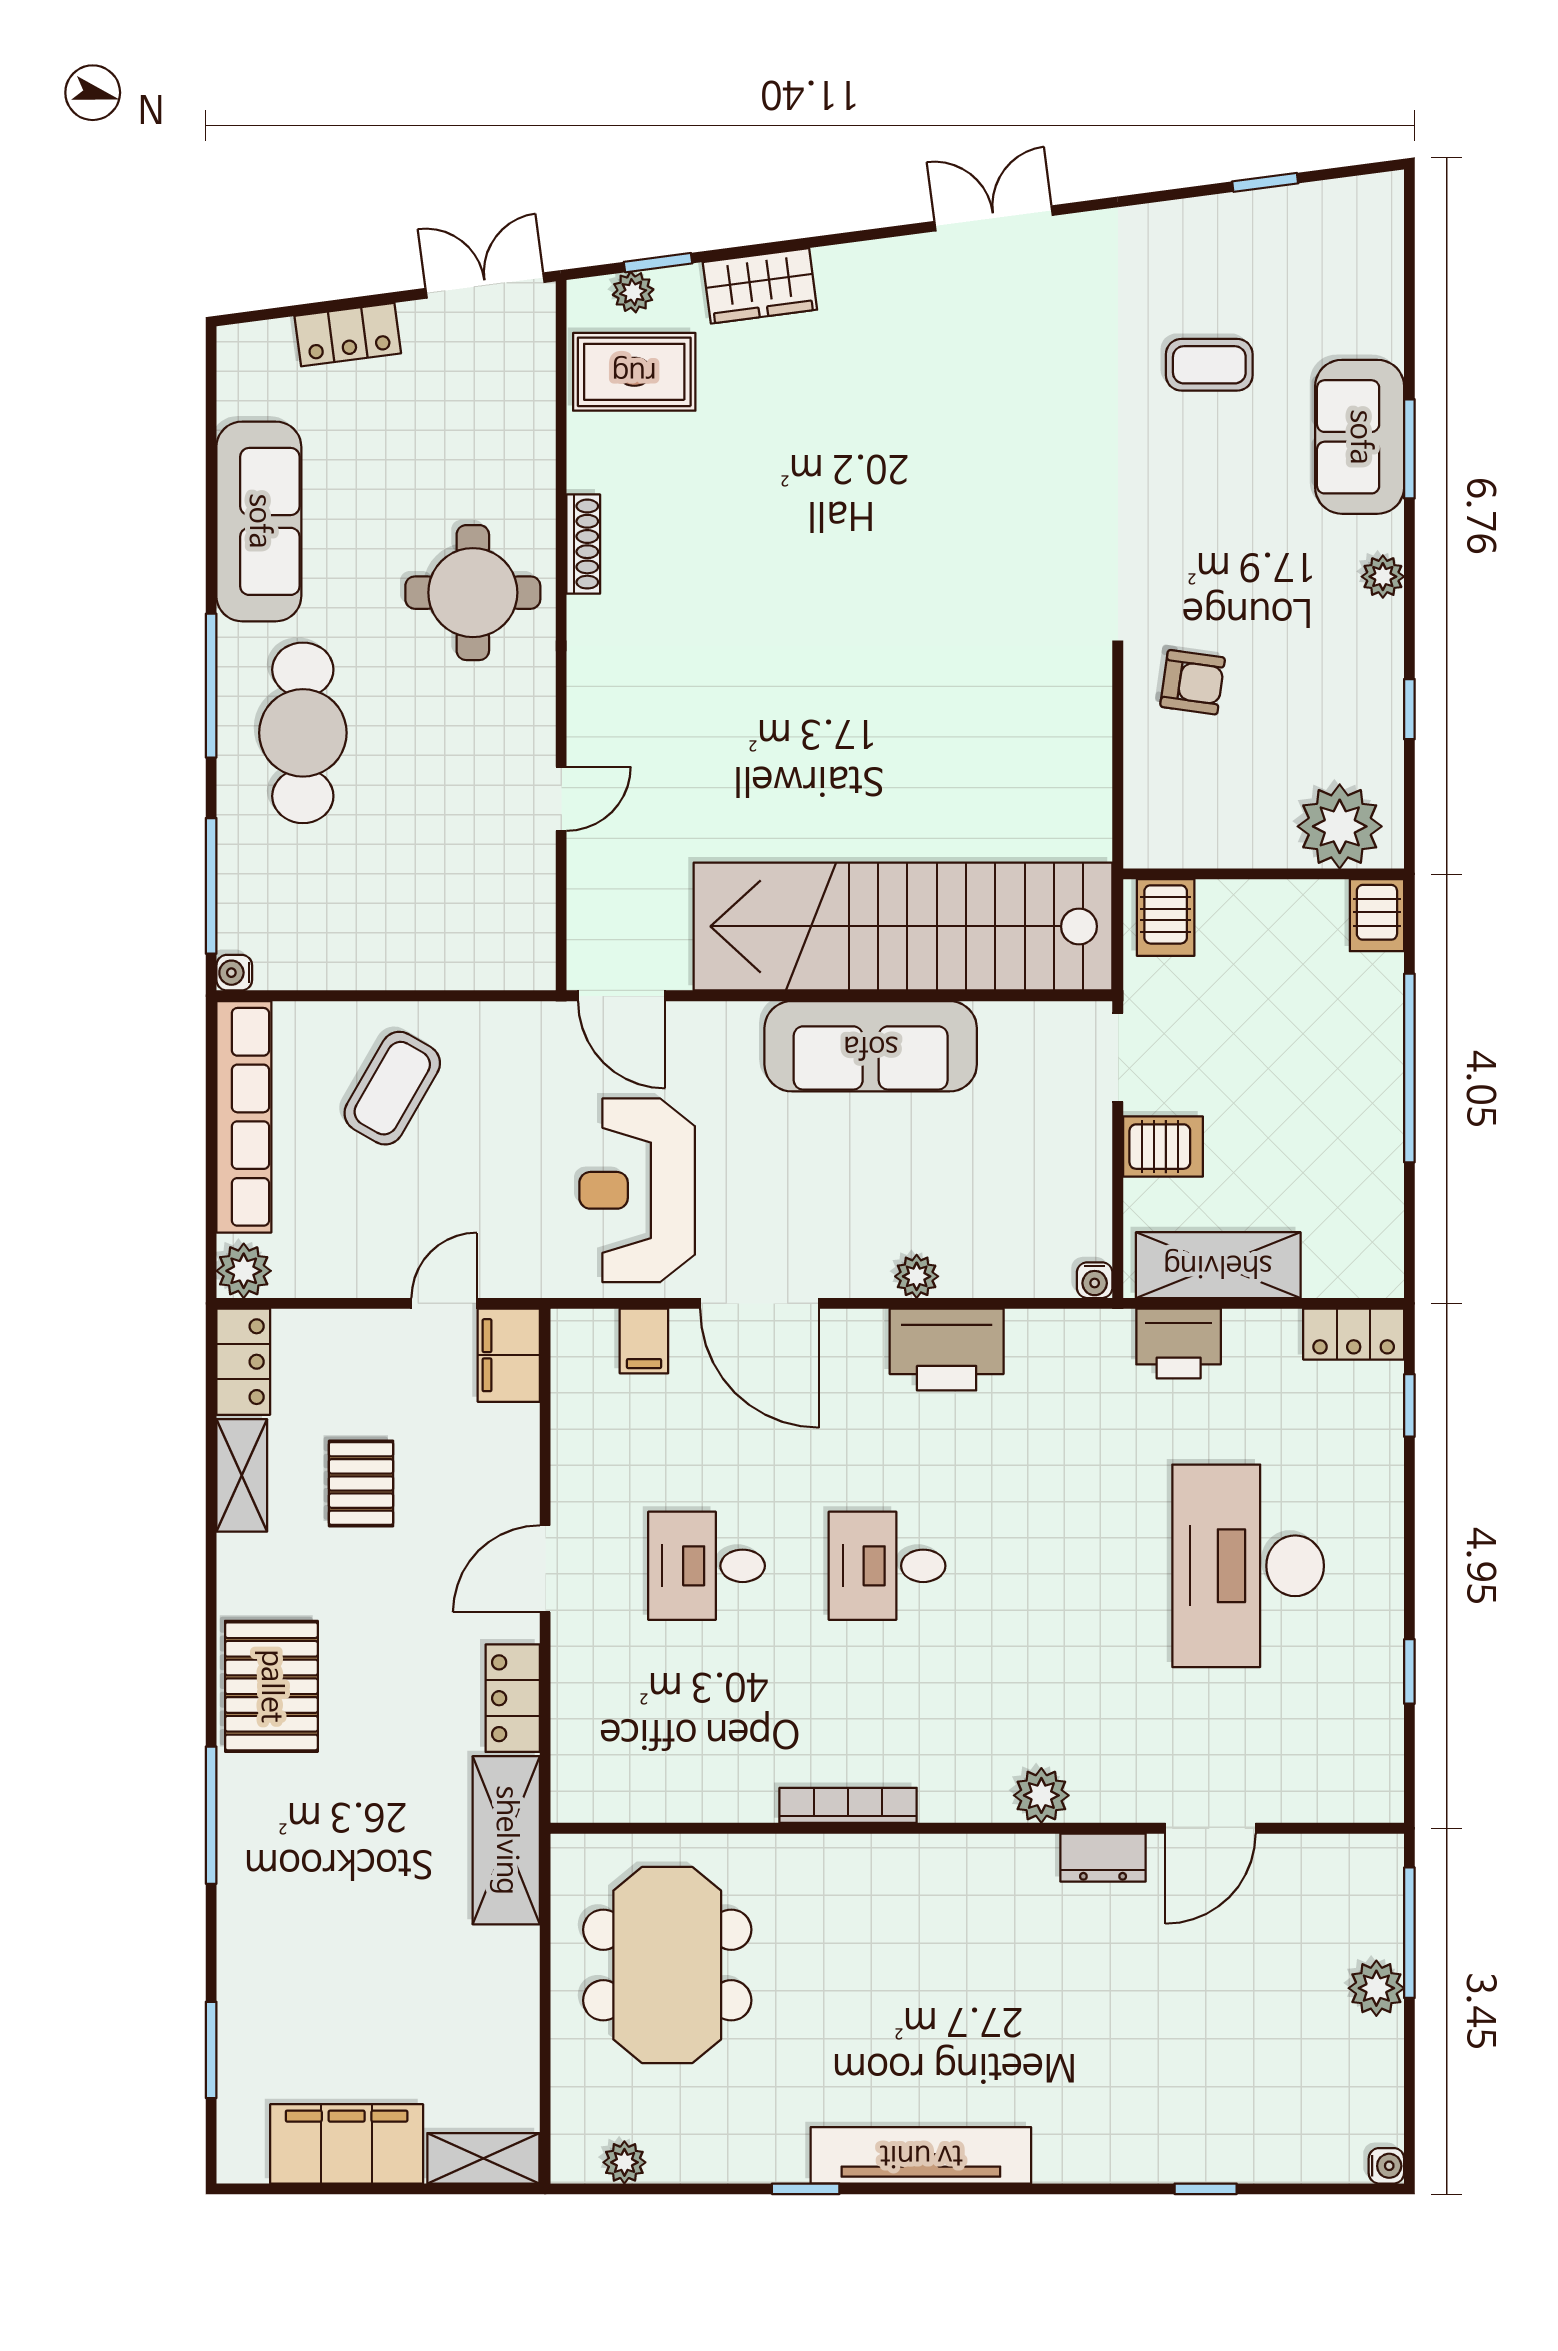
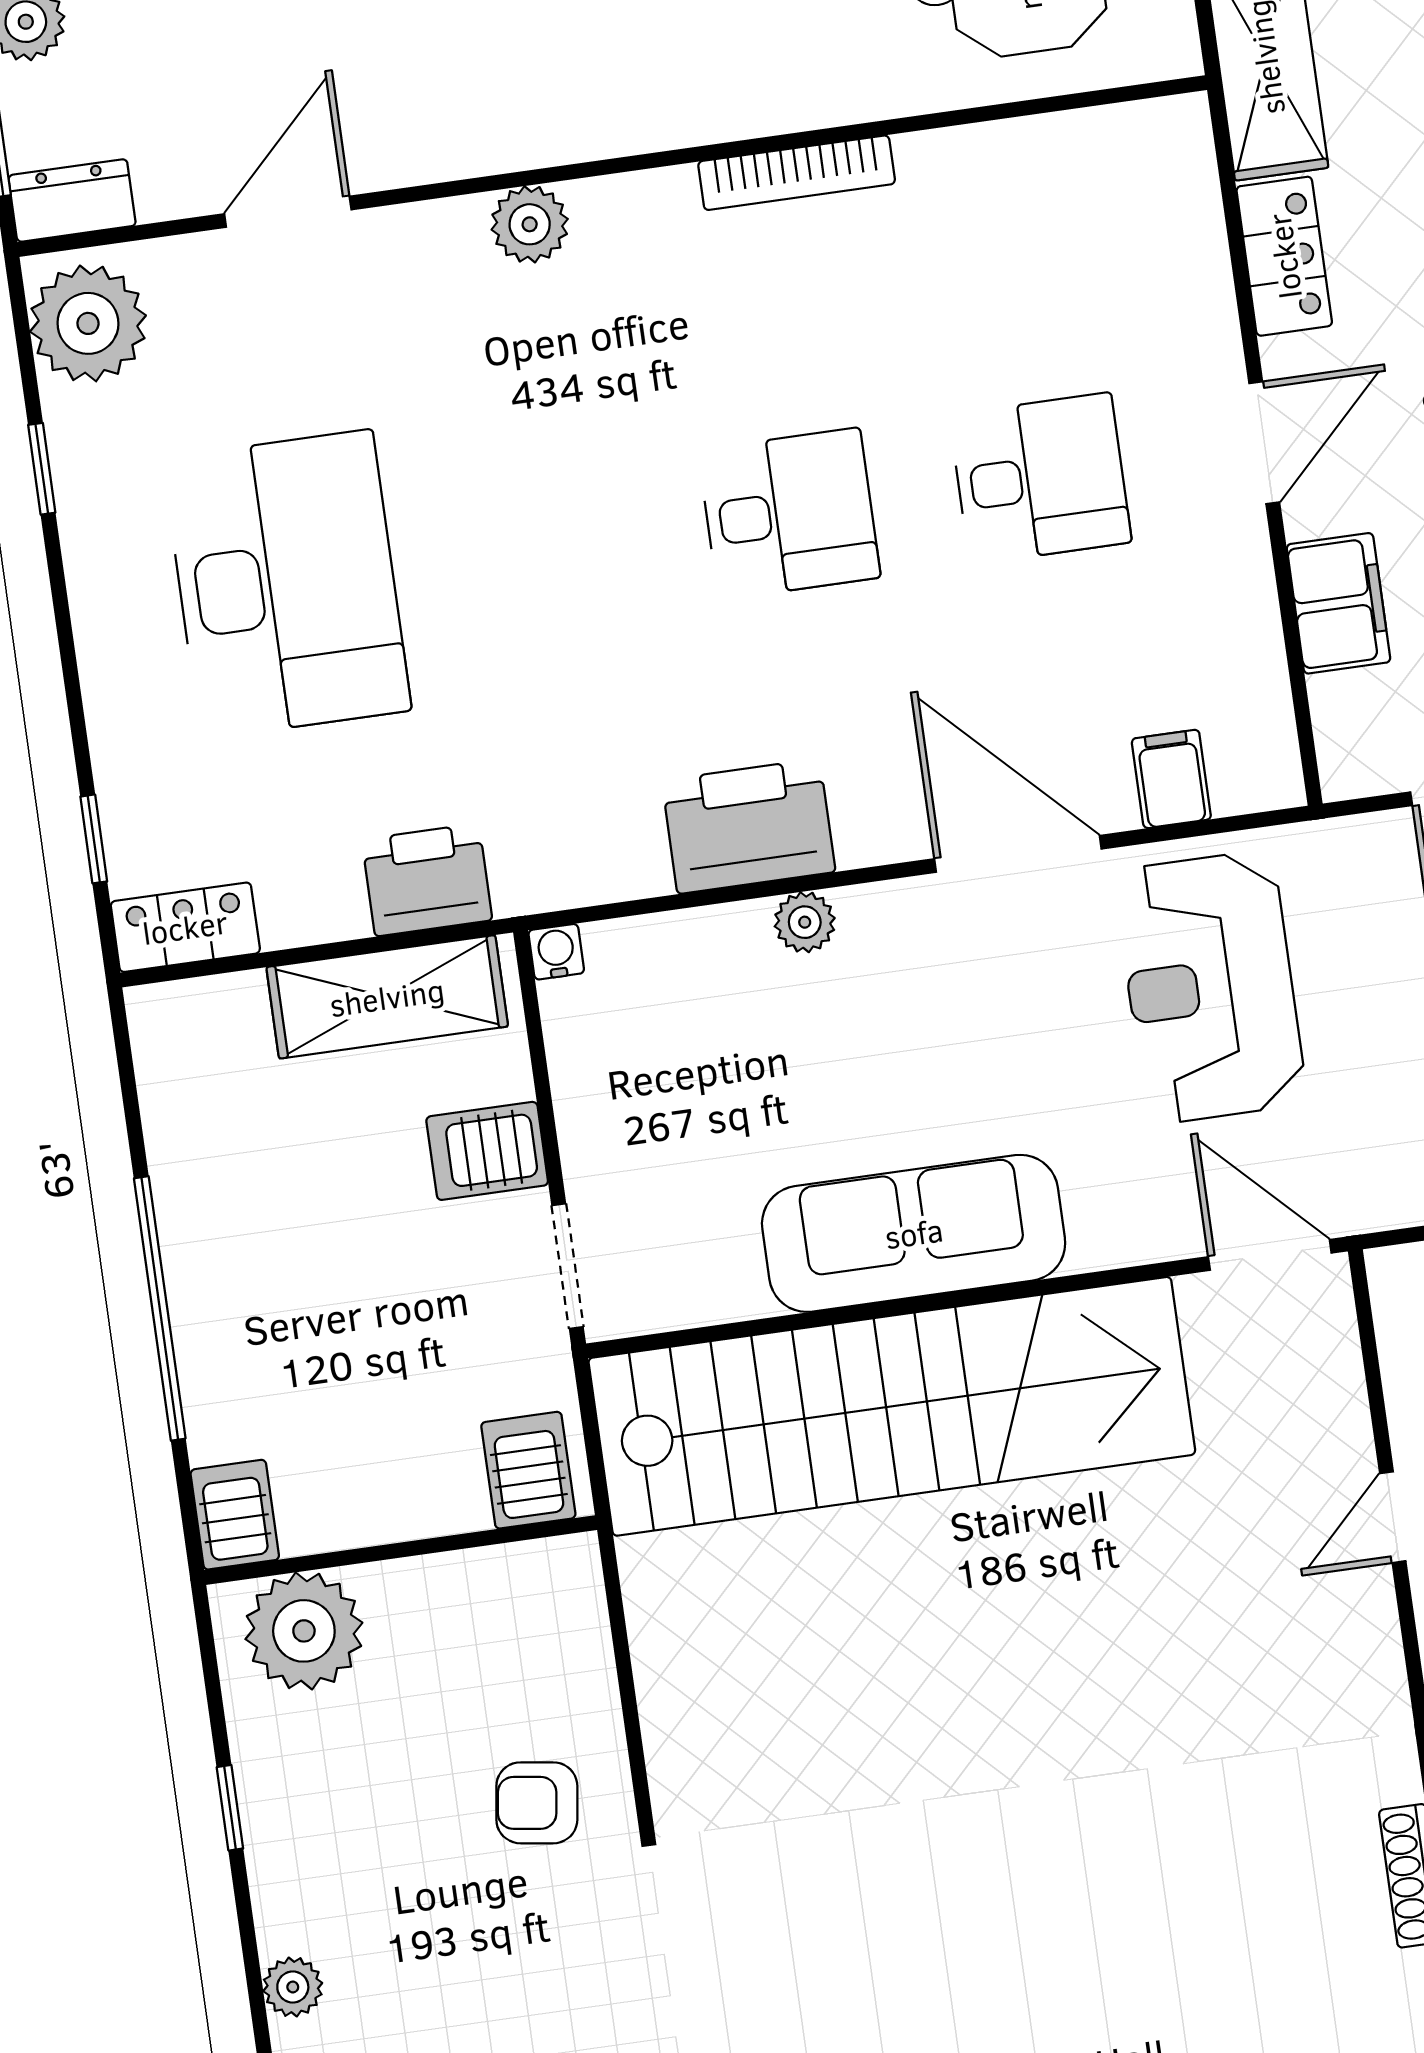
reception desk: (637, 1190) -> (1210, 987), turned 180
filing cabinet: (509, 1355) -> (1338, 603), moved
plant: (1362, 1769) -> (88, 323), added
dresser: (1103, 1858) -> (72, 200), moved

